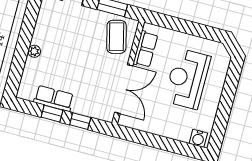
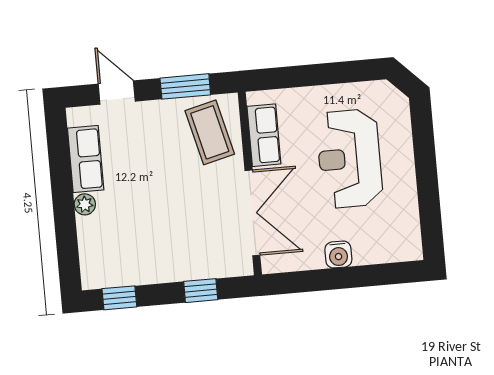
row of seats: (54, 98) -> (86, 159), moved, turned 90
window: (52, 114) -> (119, 298), moved
water cooler: (198, 138) -> (338, 255), moved

